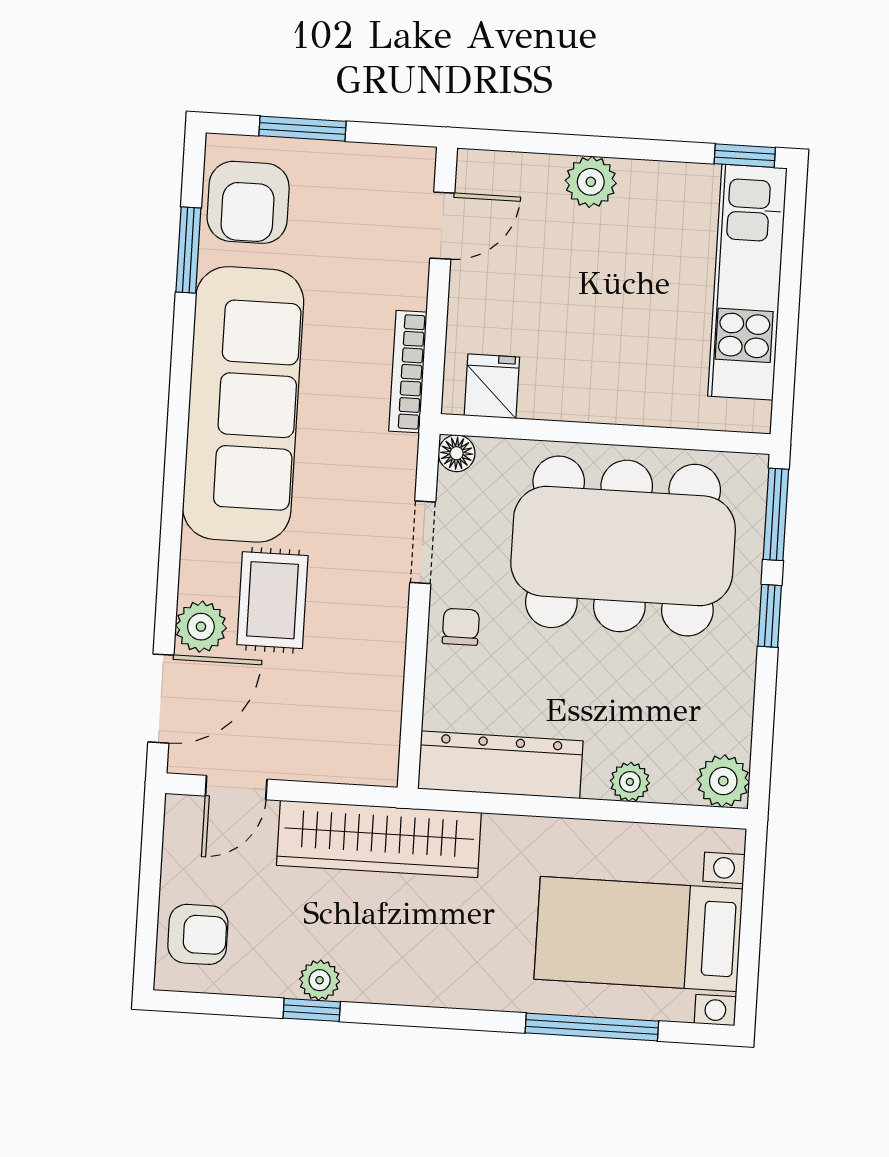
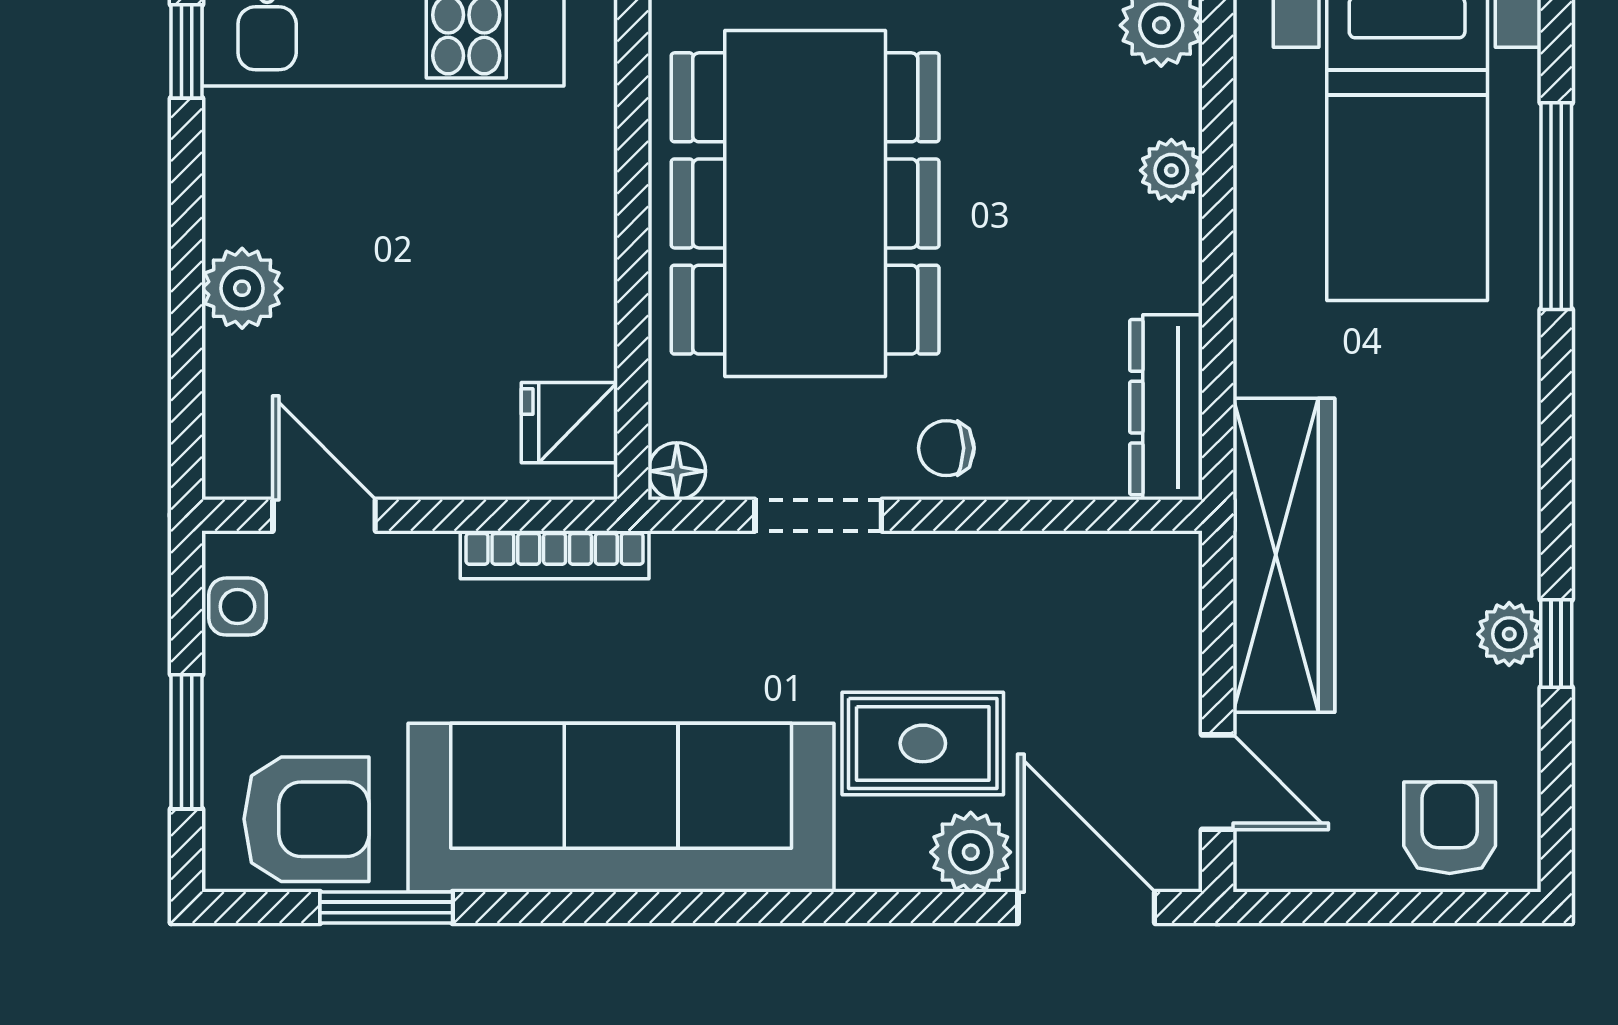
side table: (387, 166) -> (237, 607), added
dresser: (500, 765) -> (1166, 407), width x0.73, depth x0.80

